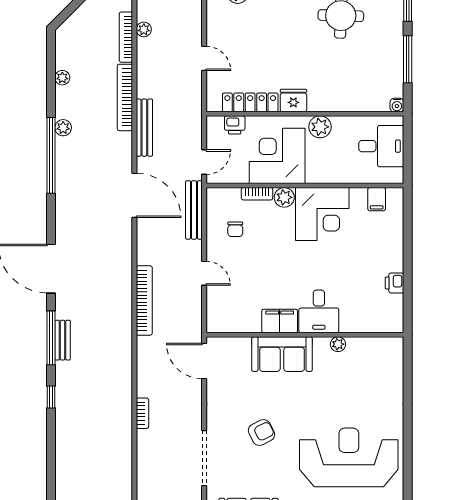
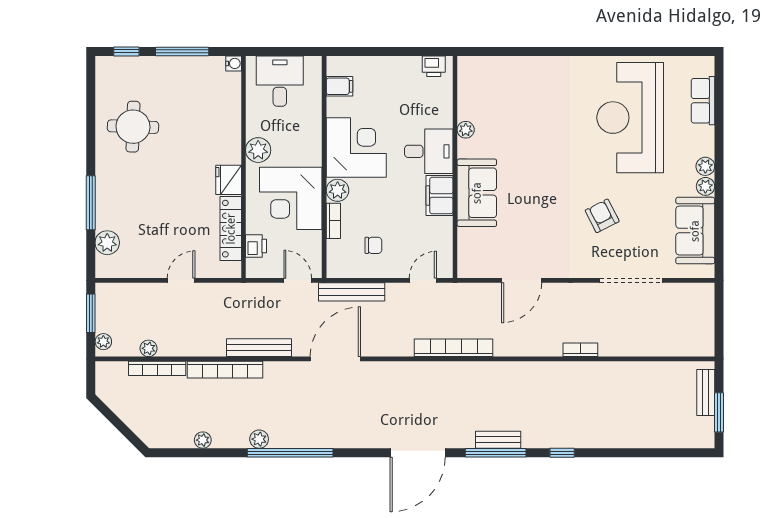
desk: (319, 311) -> (429, 151), moved
filing cabinet: (280, 321) -> (439, 195), moved
wall: (305, 335) -> (455, 167), moved
plant: (338, 344) -> (466, 130), moved
sofa: (282, 354) -> (477, 193), moved

